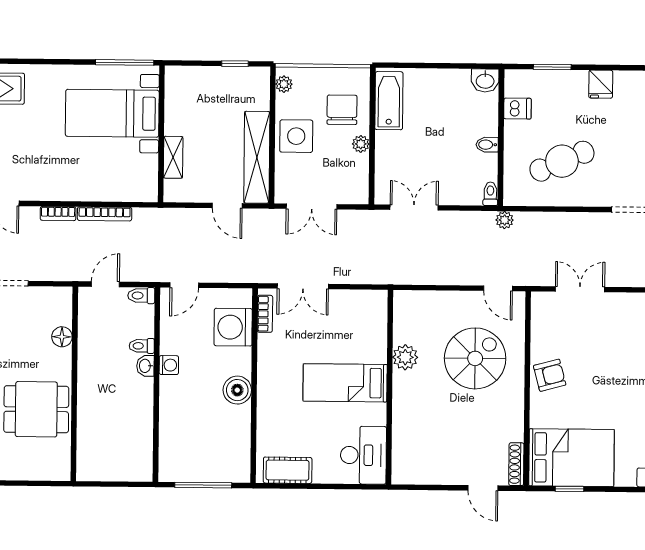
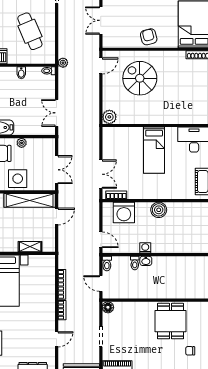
floor lamp: (62, 337) -> (108, 307), moved
plant: (405, 357) -> (109, 117), moved

